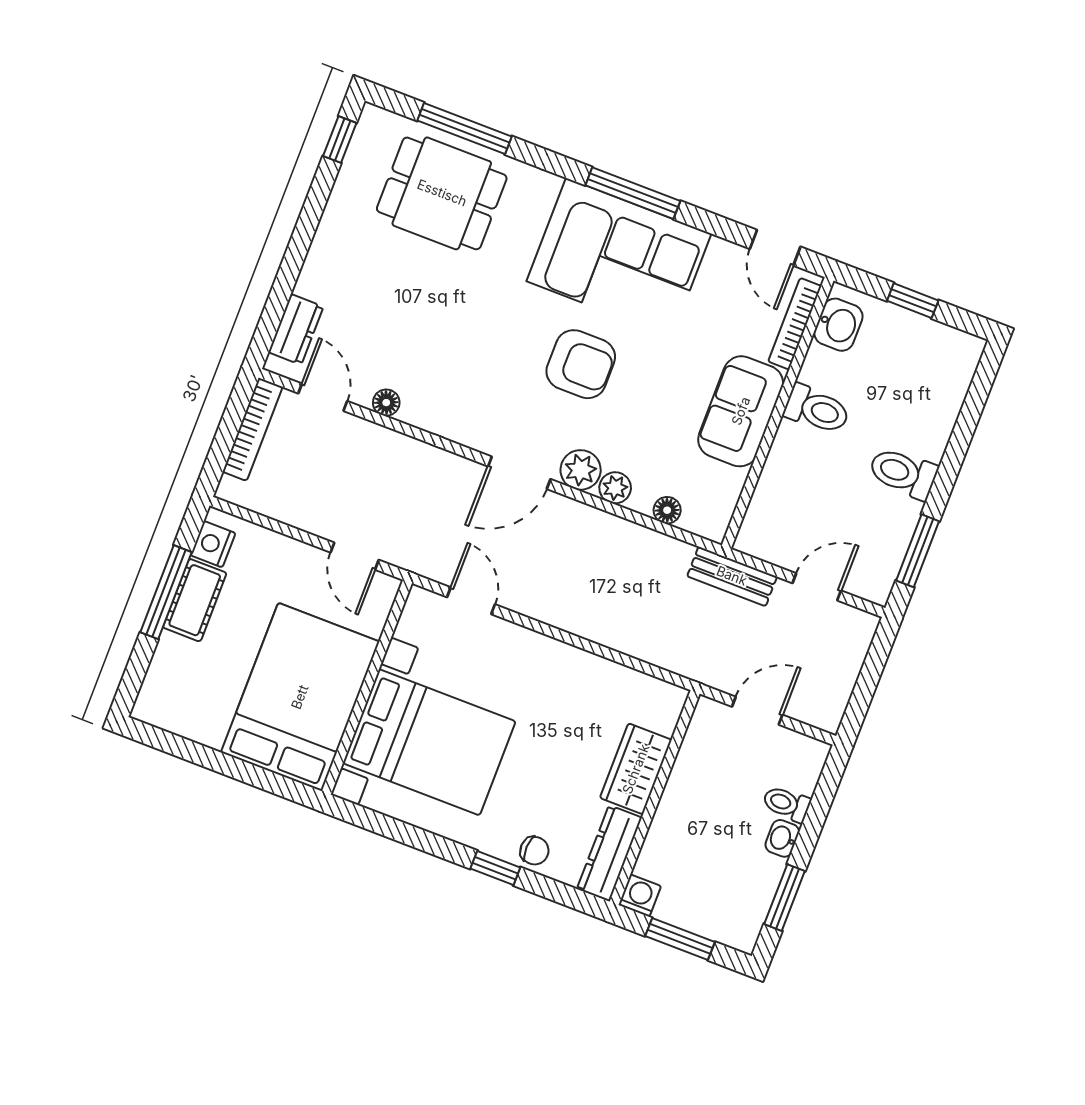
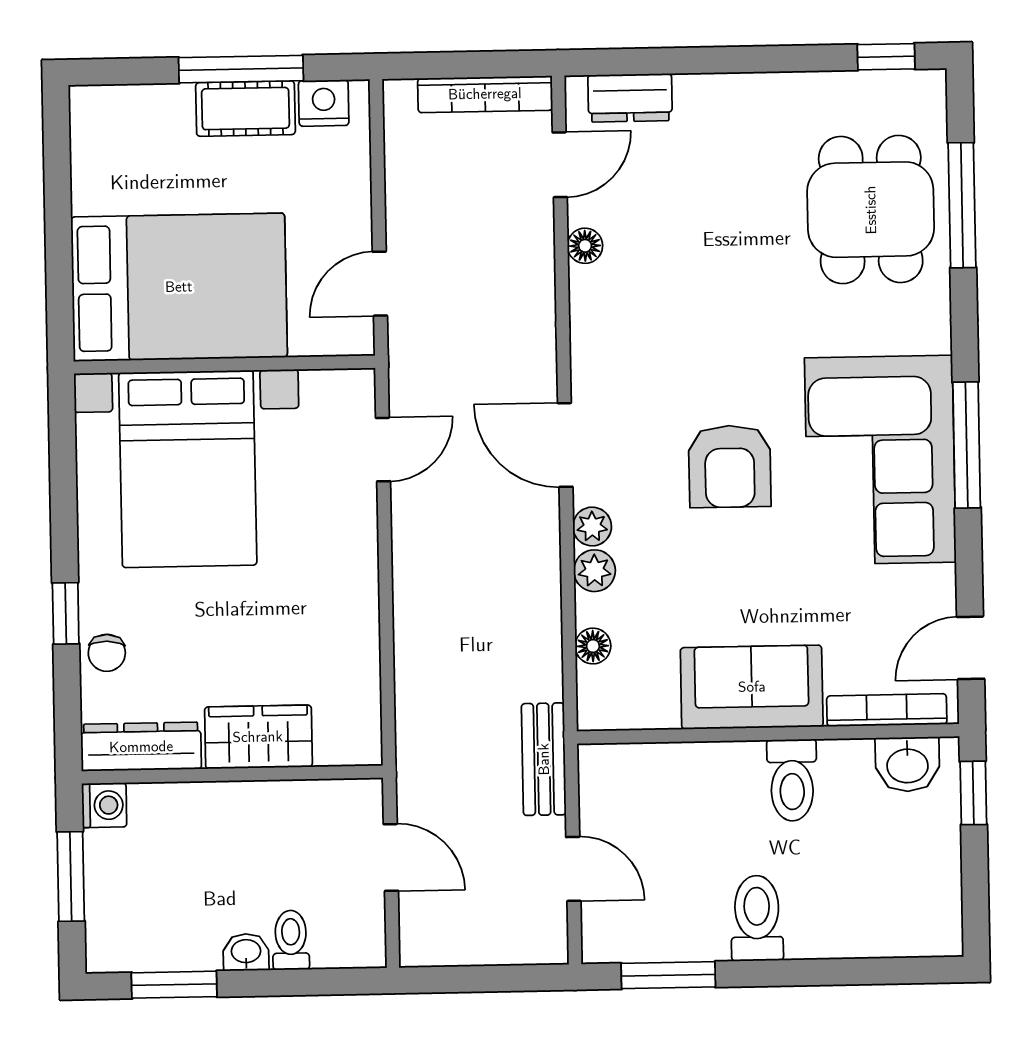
window: (913, 301) -> (973, 793), moved
plant: (581, 470) -> (592, 527), width x0.73, depth x0.73

